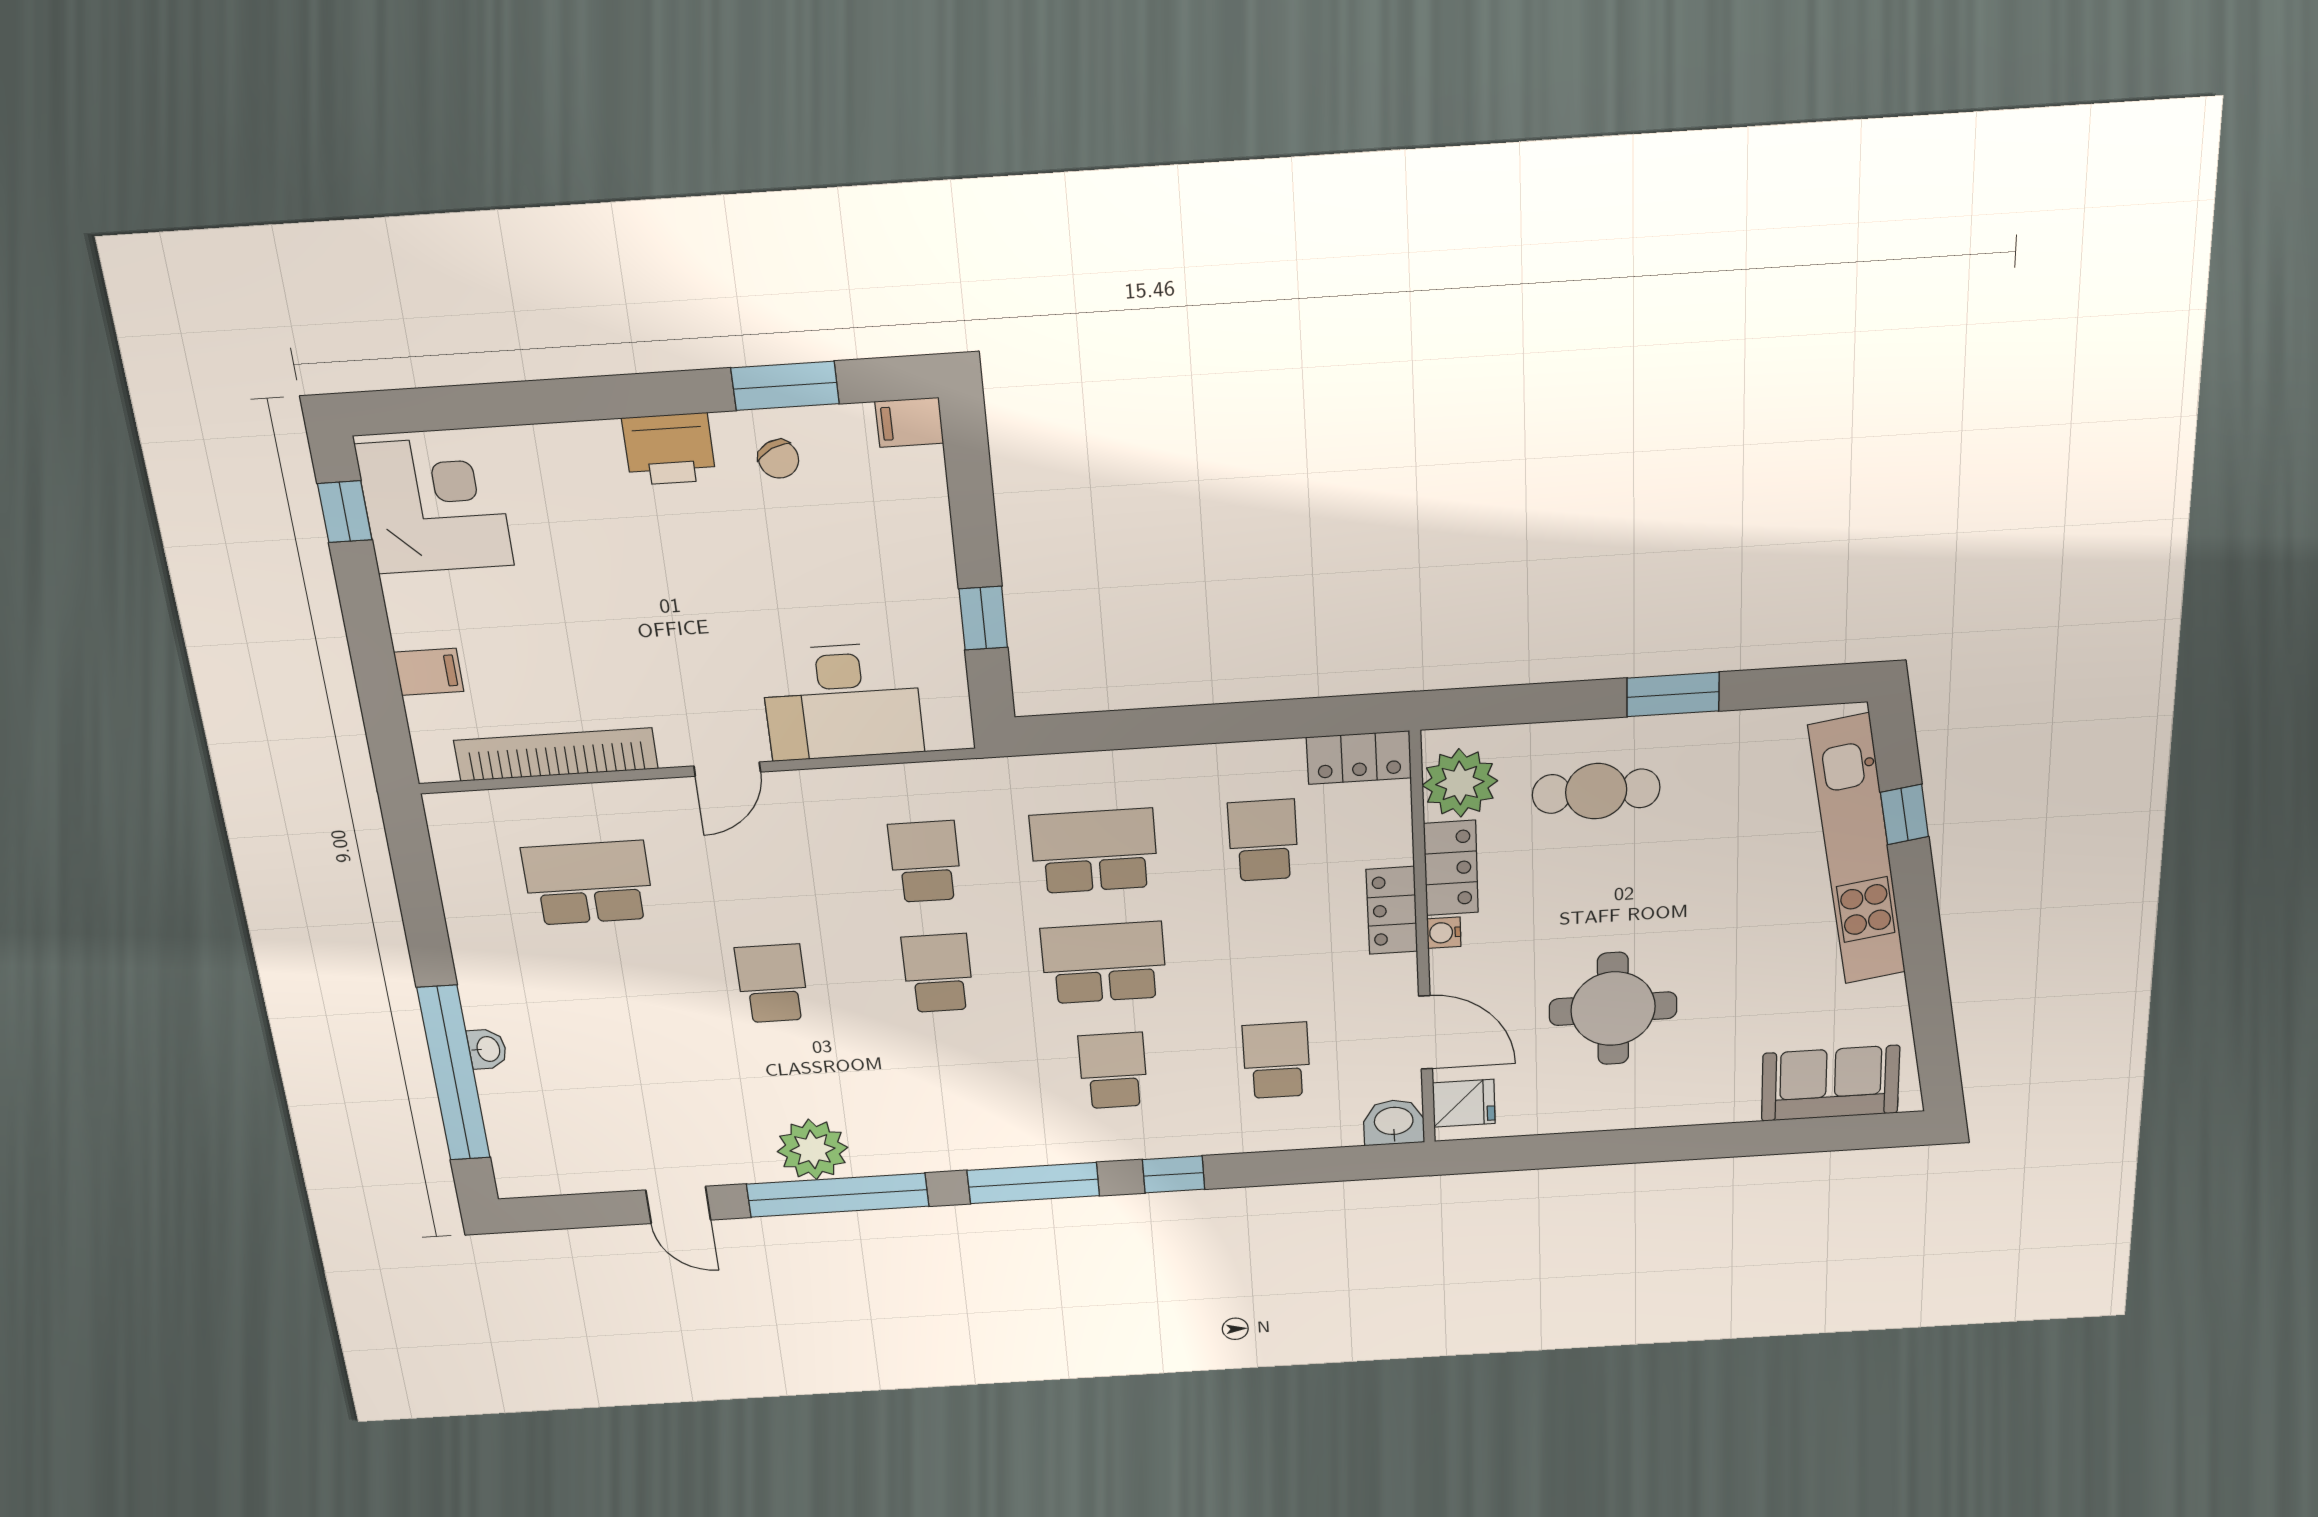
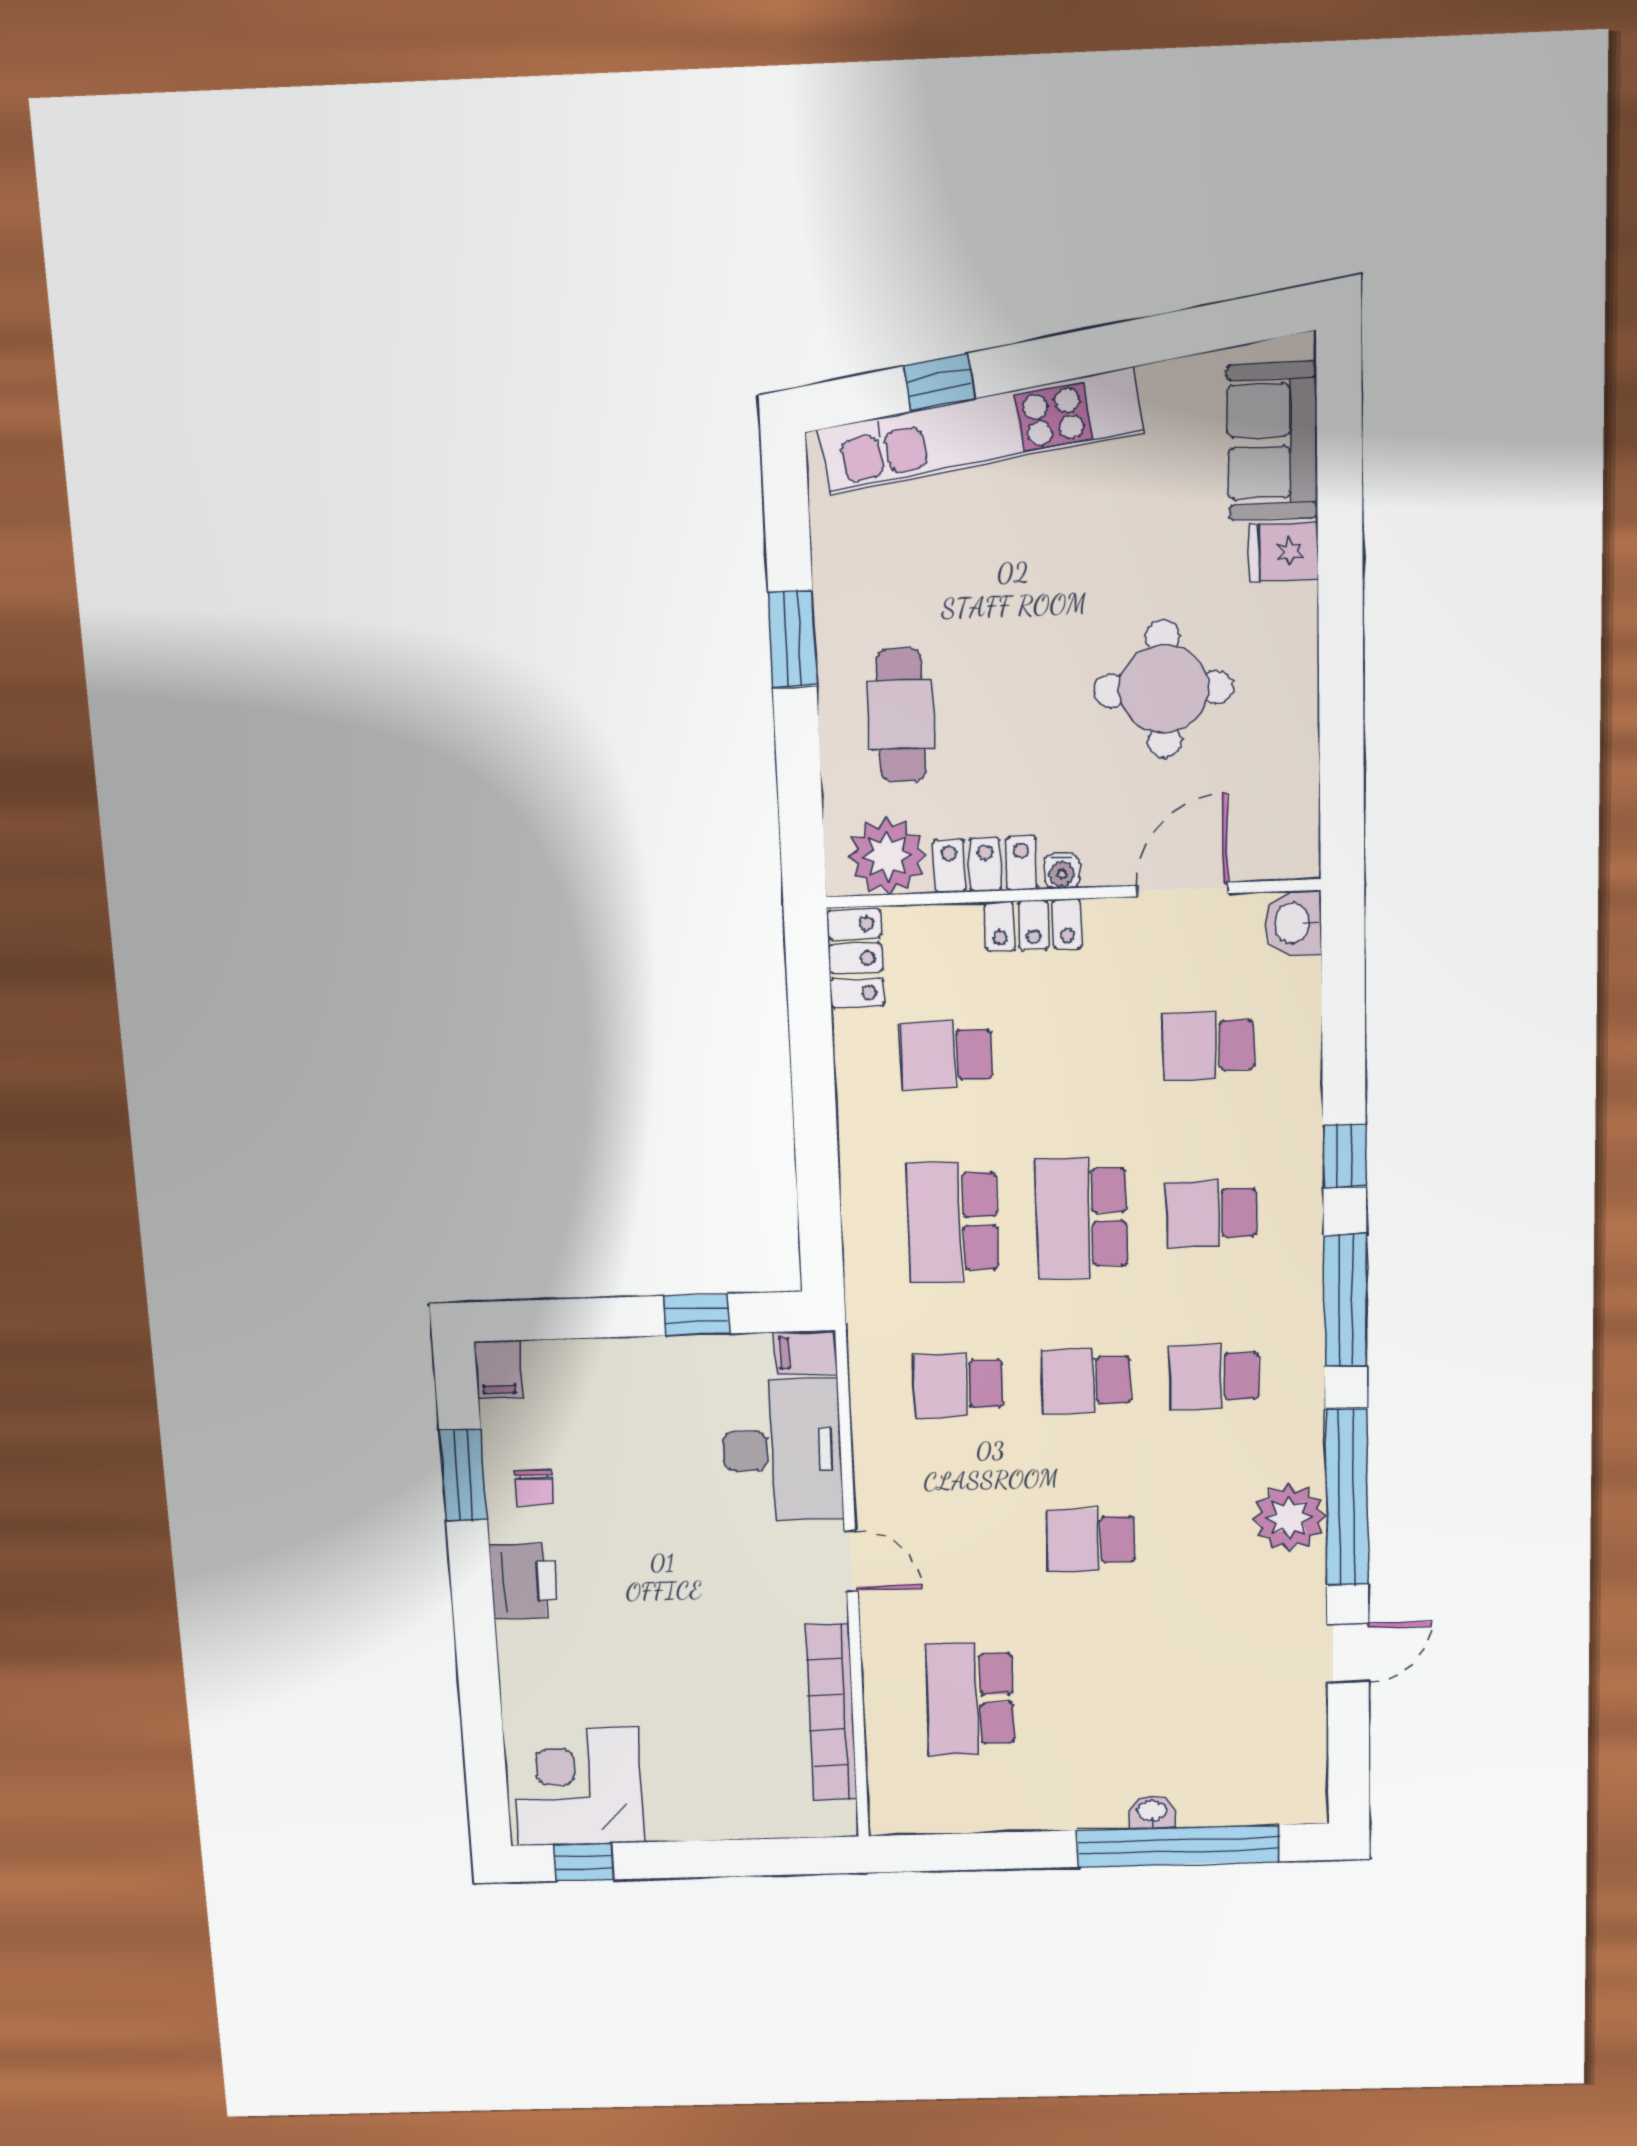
chair: (779, 459) -> (534, 1487), turned 116
filing cabinet: (429, 672) -> (806, 1353), moved, turned -90
school desk: (950, 1081) -> (1214, 1377), added
fridge: (1464, 1103) -> (1284, 552), moved, turned -90

